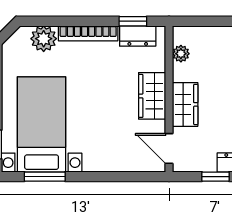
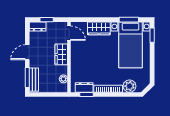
wardrobe: (152, 96) -> (99, 28), moved, turned 90

